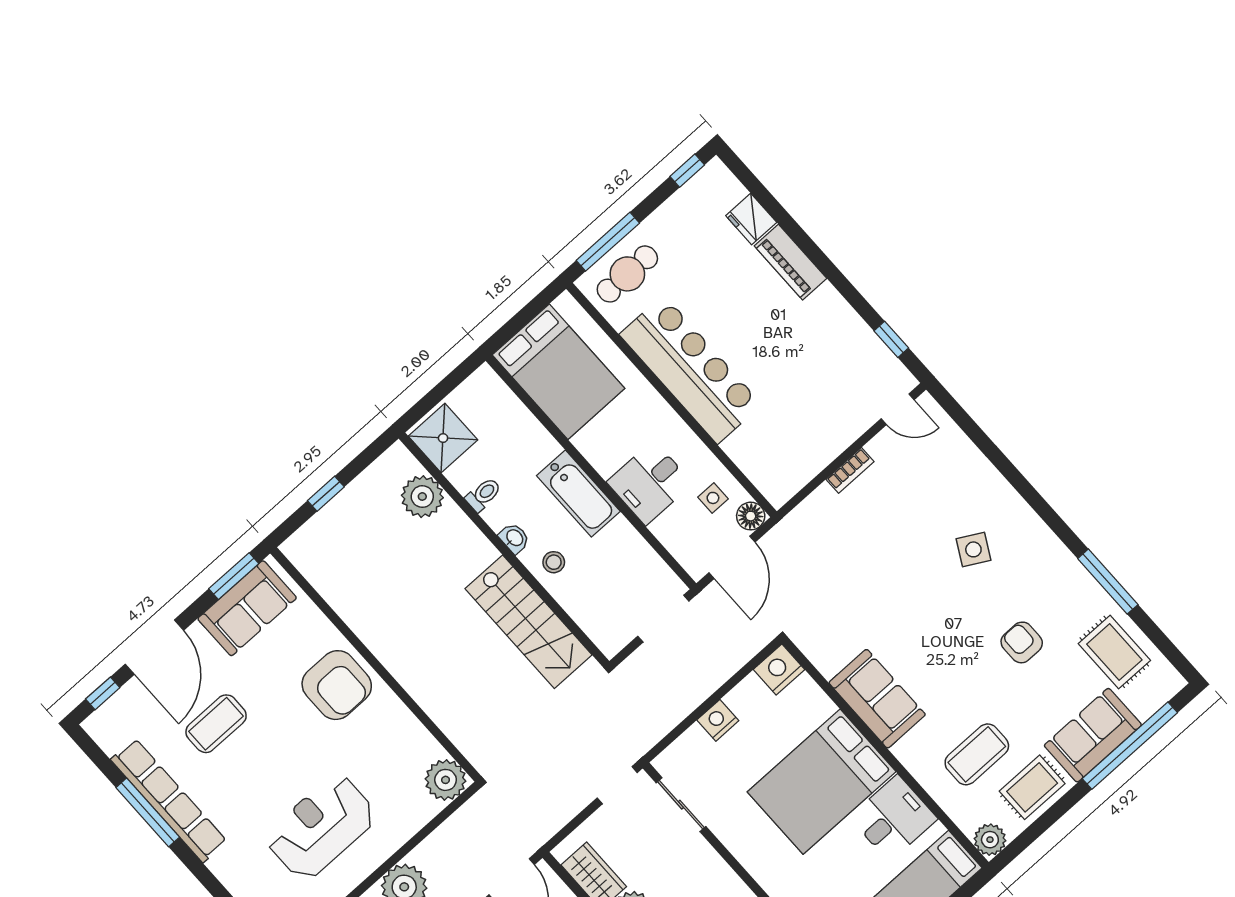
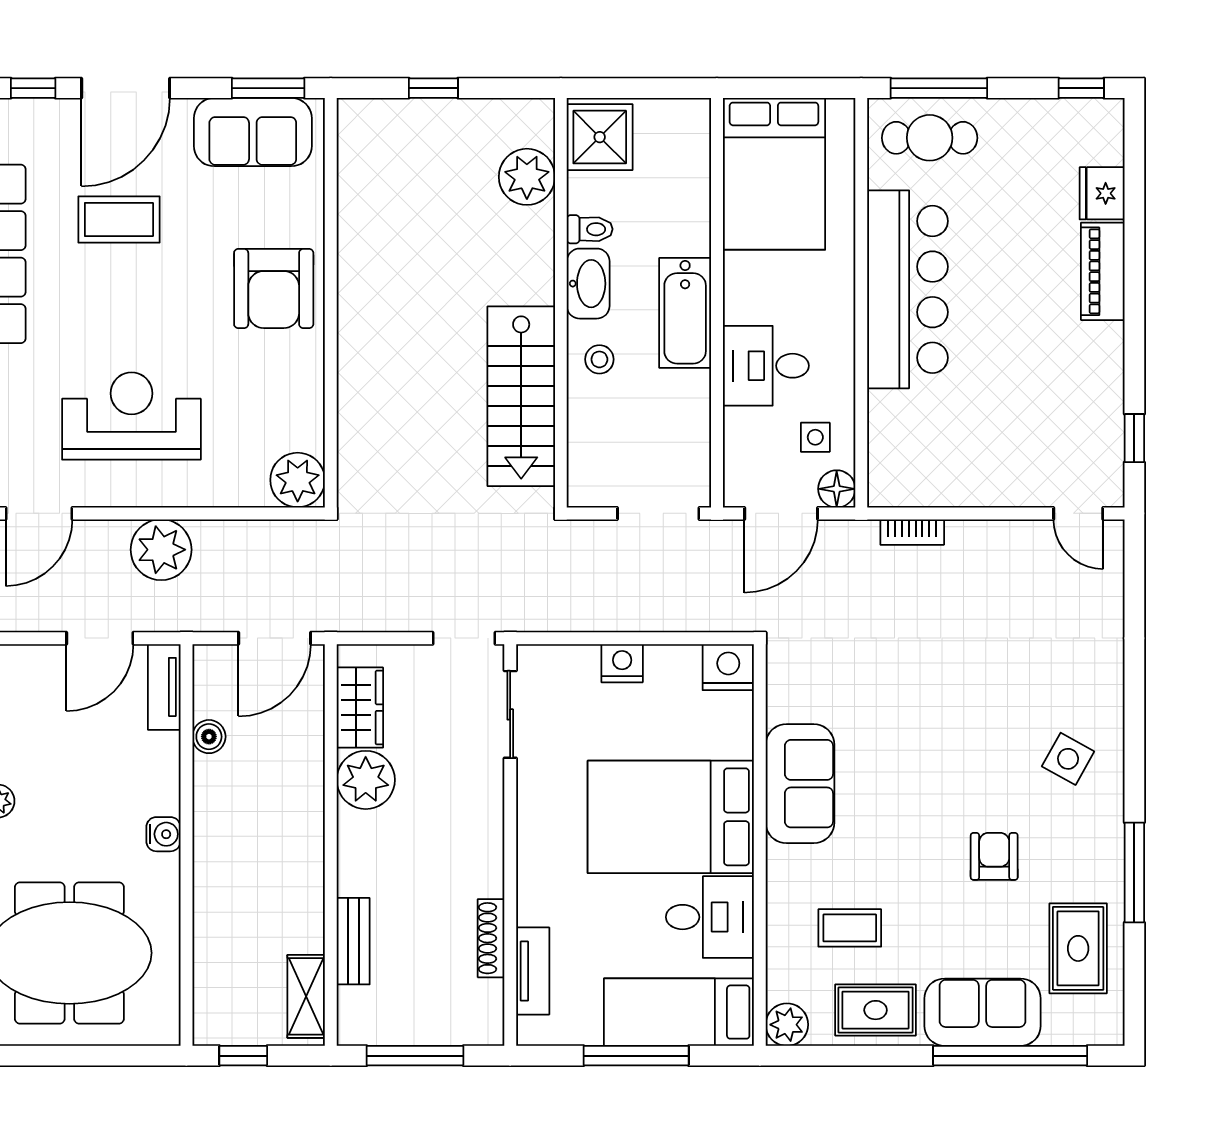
bookcase: (850, 470) -> (912, 532), moved
washbasin: (514, 538) -> (588, 284), width x1.91, depth x1.45
side table: (973, 549) -> (1068, 759), moved
coffee table: (977, 754) -> (850, 928), width x0.73, depth x0.77

